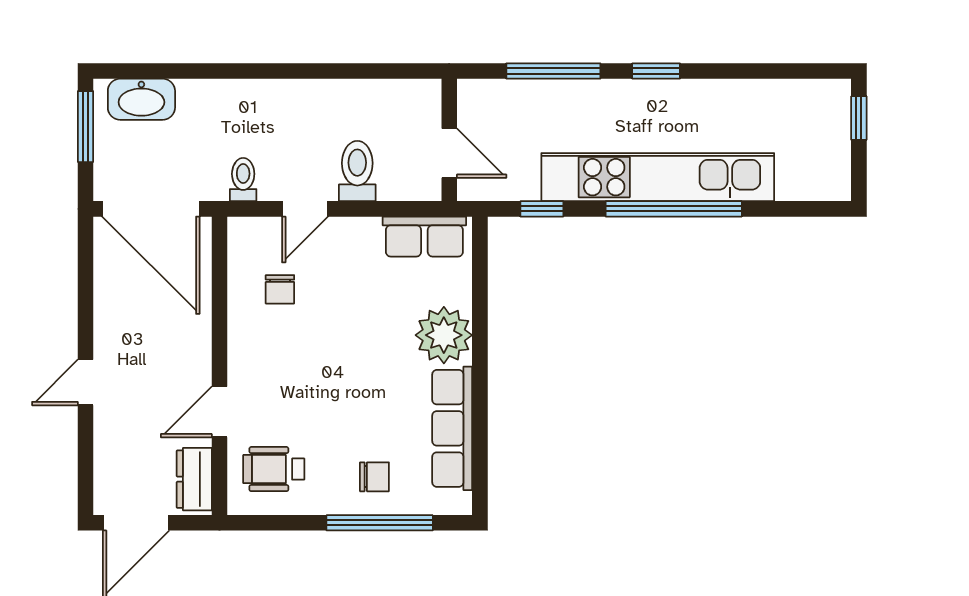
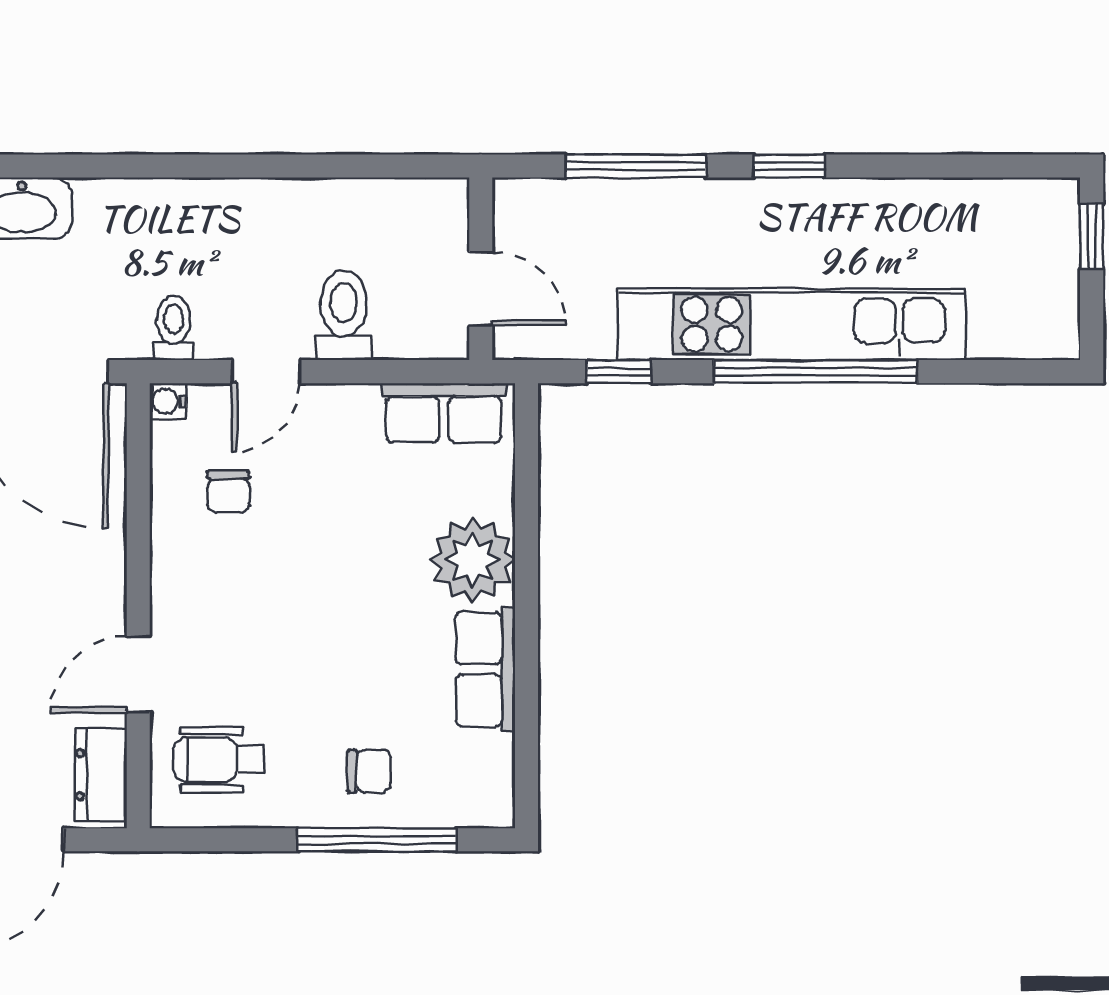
water cooler: (239, 229) -> (168, 401), added
row of seats: (452, 428) -> (485, 669), width x0.68

